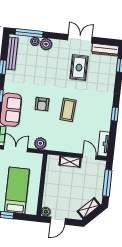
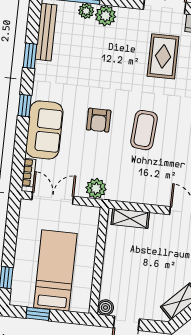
shelving: (70, 162) -> (130, 218), moved

